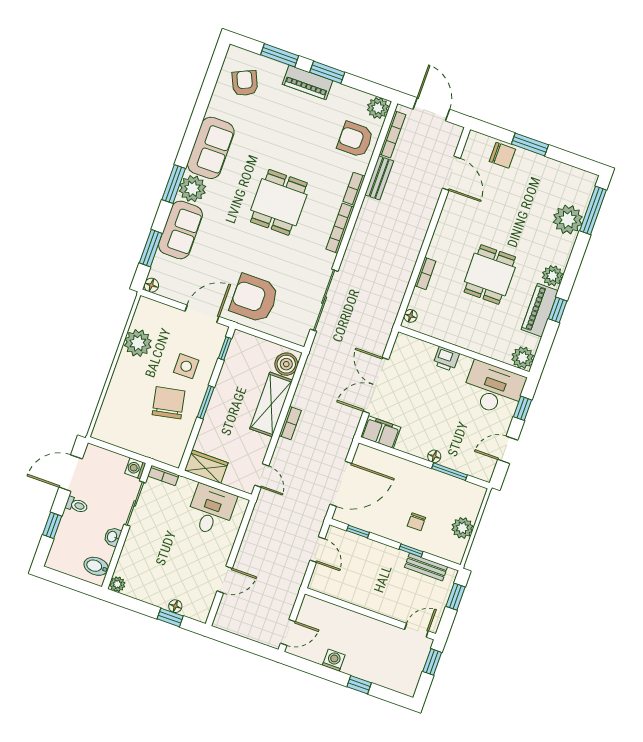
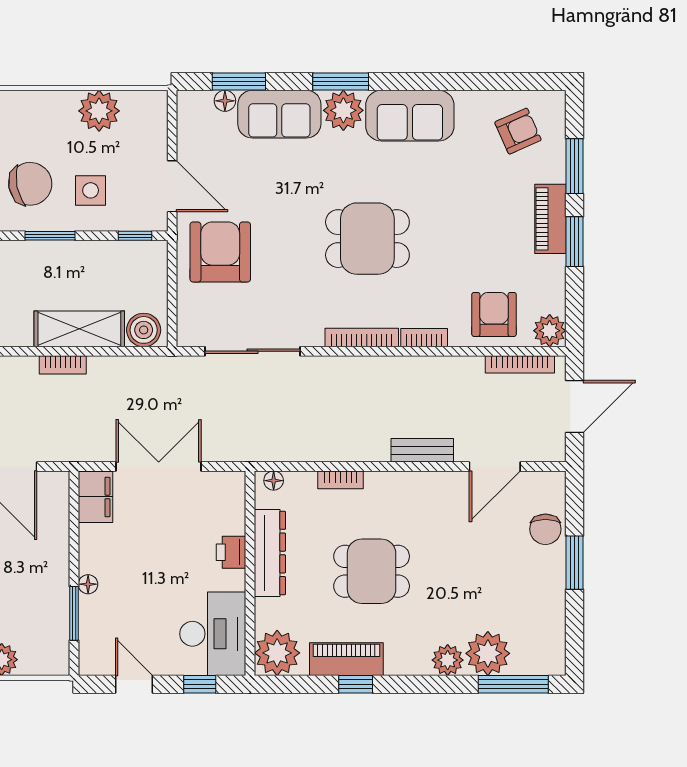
bench: (379, 178) -> (422, 450), moved
plant: (553, 276) -> (448, 660), moved
floor lamp: (151, 285) -> (225, 101), moved
dresser: (455, 335) -> (270, 553), added
plant: (523, 358) -> (277, 653), width x1.36, depth x1.36

